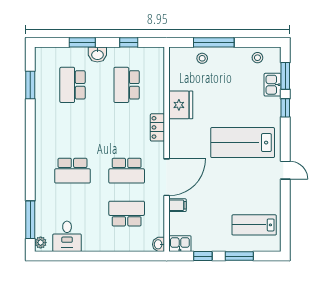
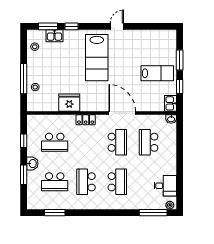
school desk: (72, 128) -> (86, 182), added
filing cabinet: (177, 205) -> (143, 105), removed
lab bench: (254, 225) -> (157, 73), moved, turned -90

